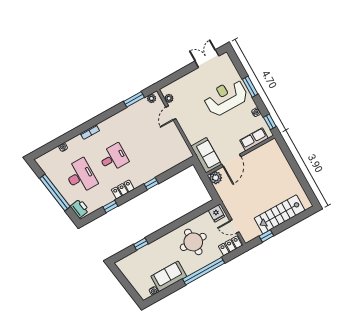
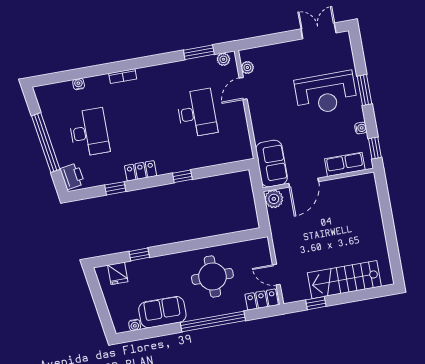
reception desk: (226, 97) -> (326, 93), turned 180
desk: (113, 158) -> (197, 113), moved, width x1.37
fridge: (216, 213) -> (118, 273), moved

